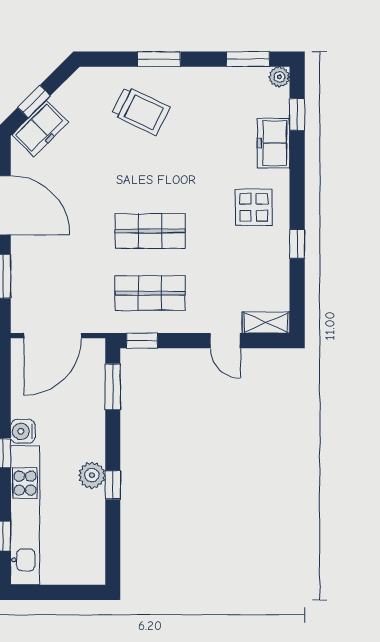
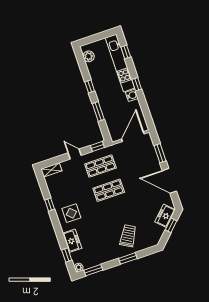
trolley: (141, 111) -> (128, 236), turned 94
door: (225, 341) -> (75, 154), moved
window: (113, 387) -> (98, 111), moved
plant: (92, 475) -> (89, 56), moved

